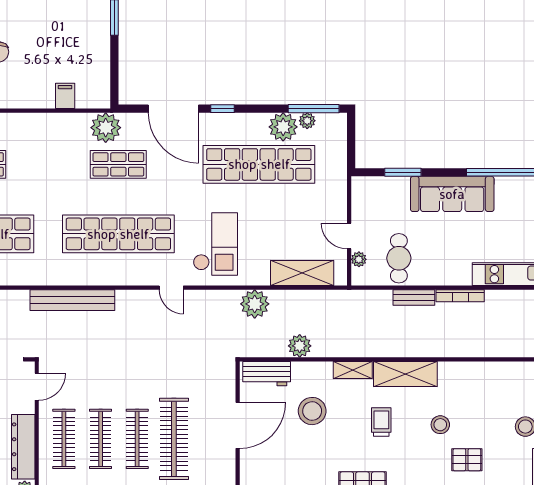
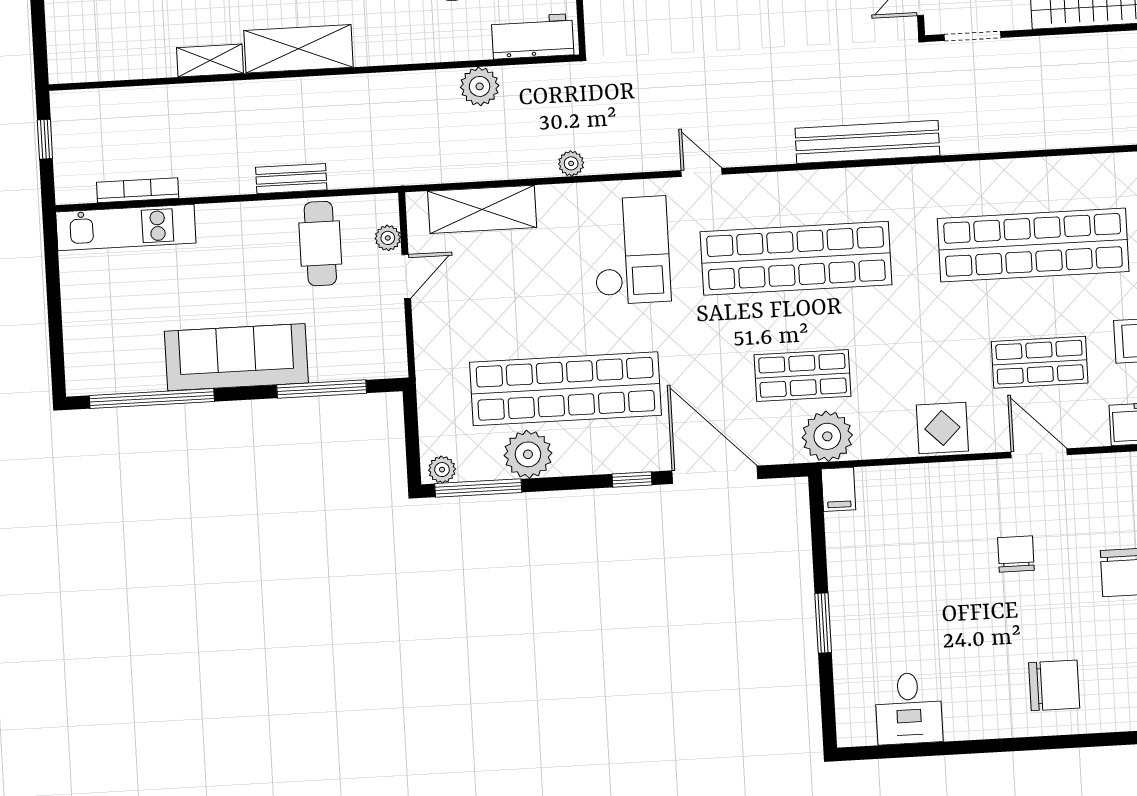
filing cabinet: (65, 96) -> (838, 489), moved
plant: (307, 121) -> (442, 470), moved
display table: (37, 129) -> (942, 428), added
window: (403, 172) -> (322, 389), width x1.44
door: (349, 236) -> (406, 276), hinge flipped
checkout: (215, 244) -> (631, 250), turned 180
bookcase: (460, 296) -> (138, 190), moved
plant: (255, 304) -> (571, 163), width x0.53, depth x0.53
shelving: (353, 370) -> (210, 61), moved

